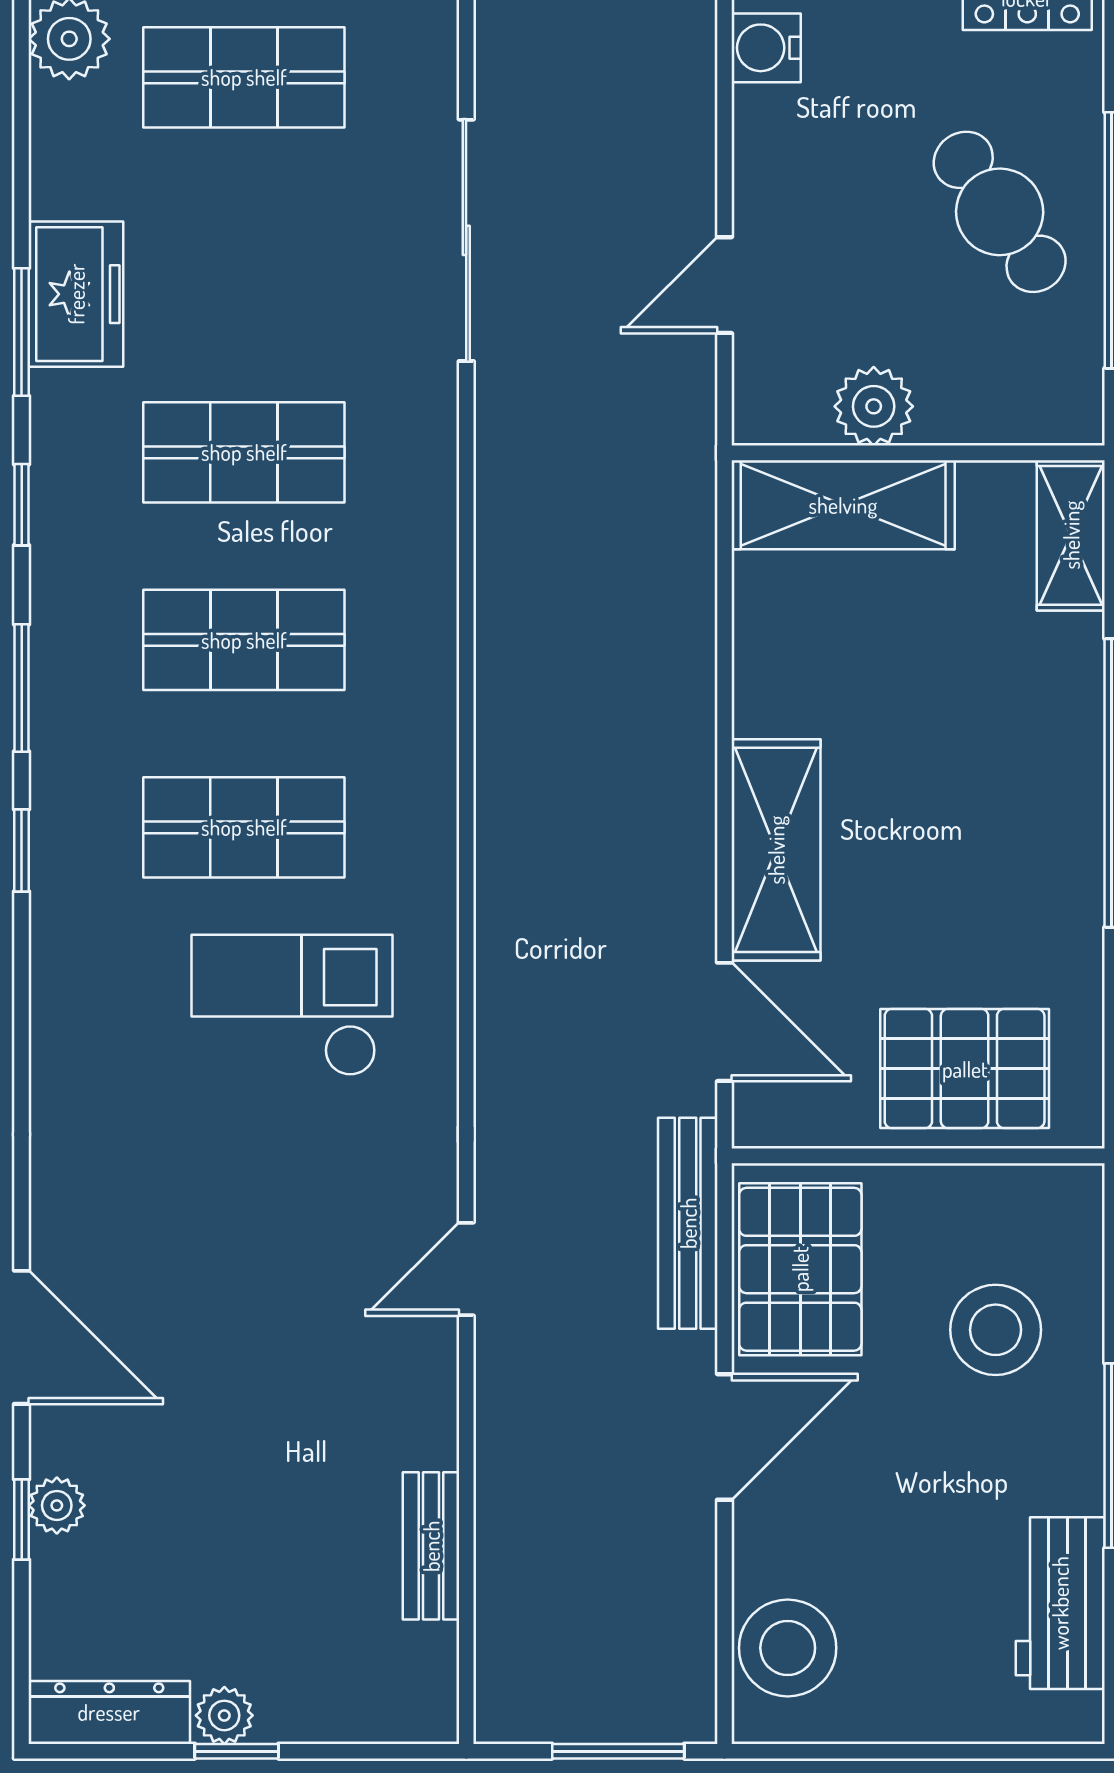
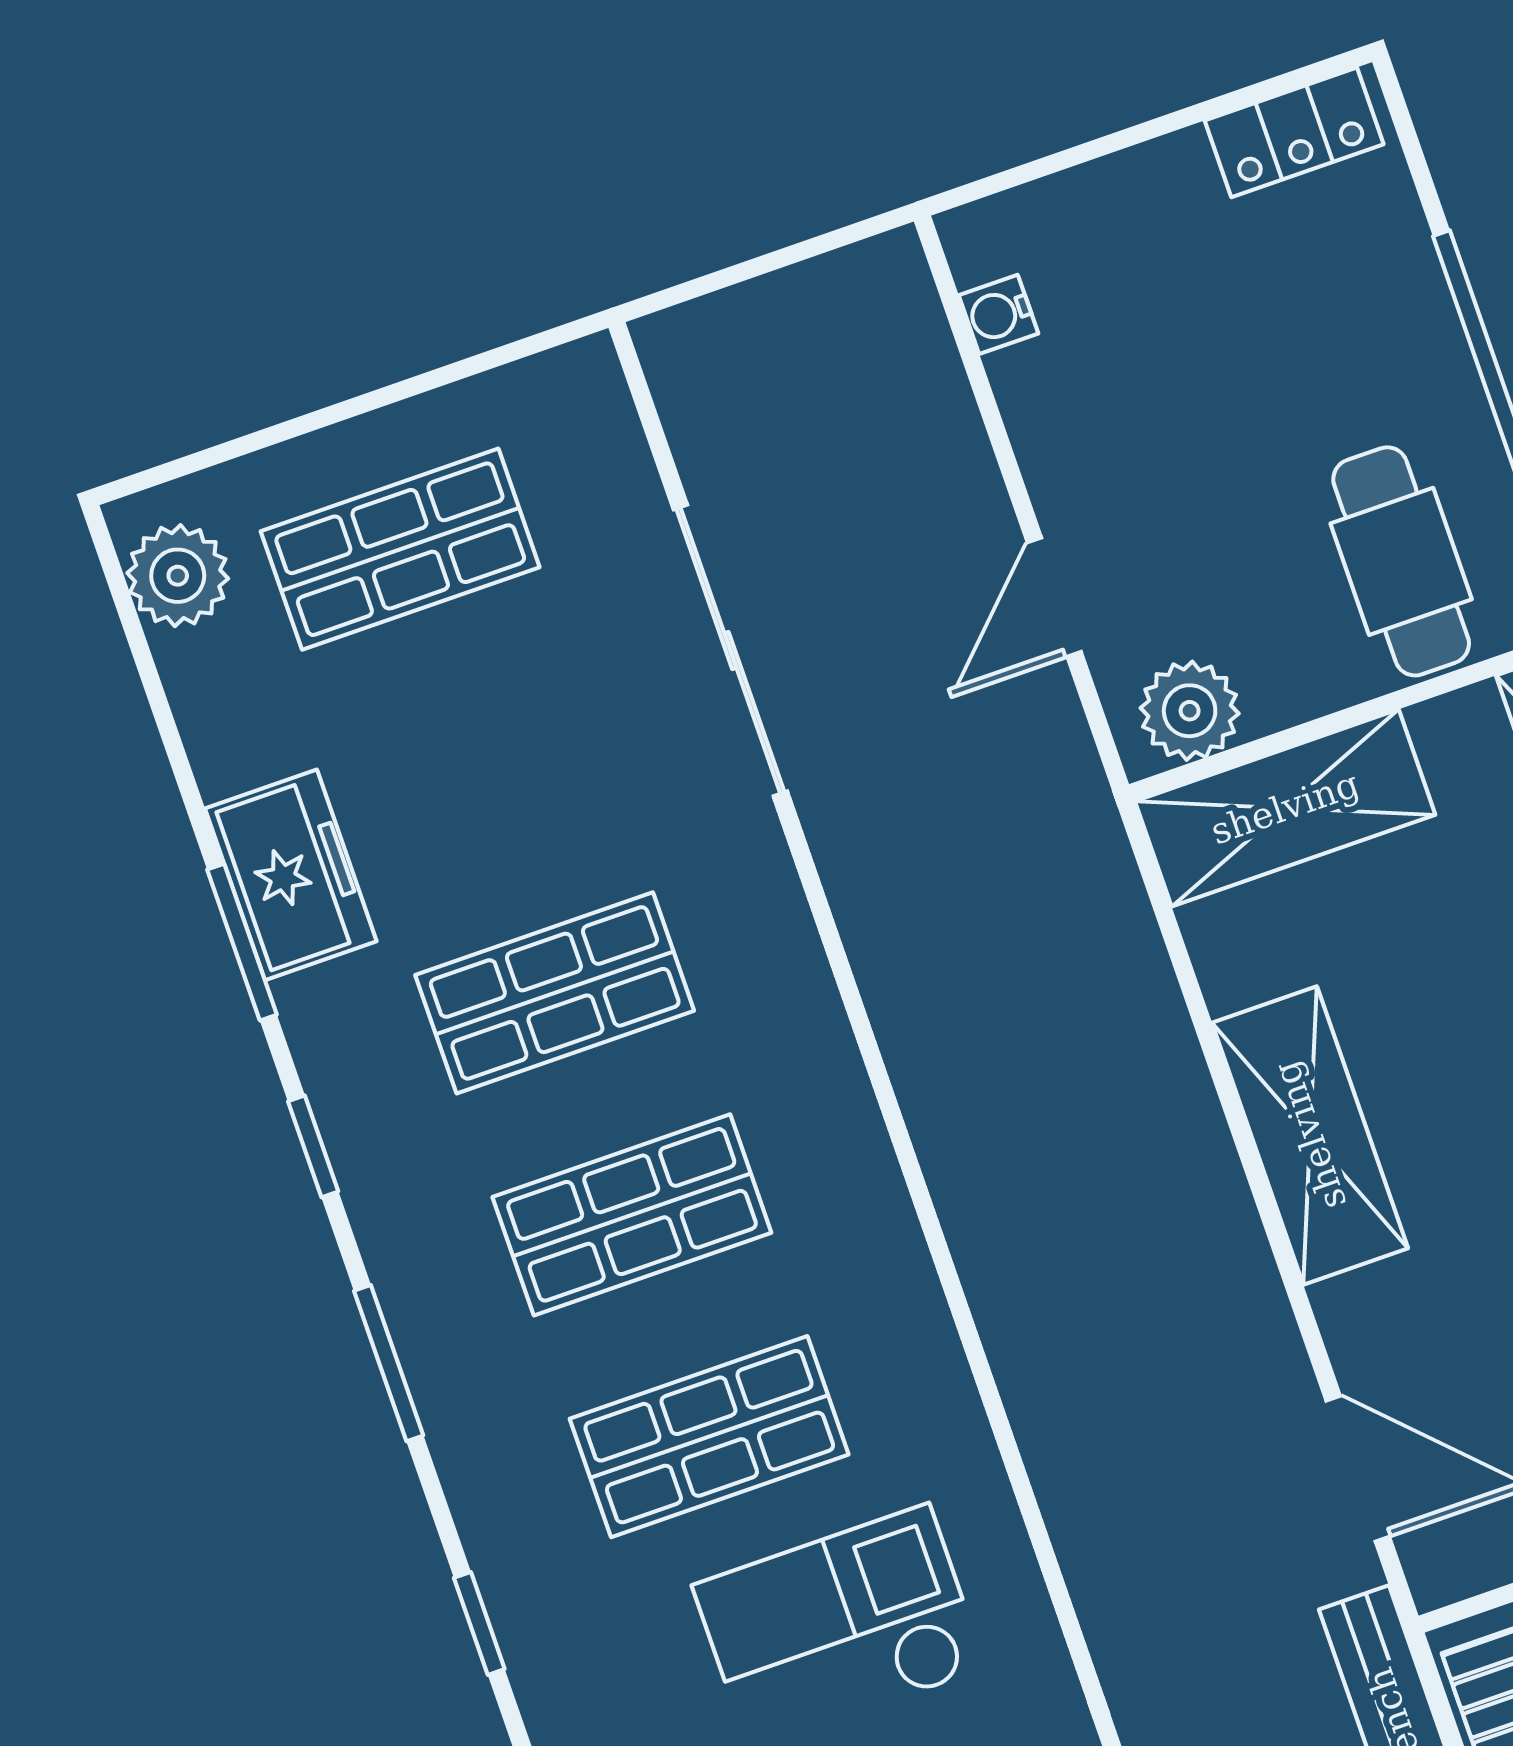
water cooler: (766, 48) -> (998, 314), width x0.72, depth x0.72
cafe table: (1000, 212) -> (1401, 561), moved, turned 35
plant: (874, 406) -> (1190, 711), moved
window: (22, 850) -> (479, 1623), moved
shelving: (776, 850) -> (1310, 1135), moved

